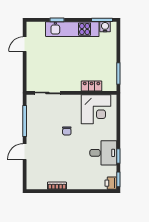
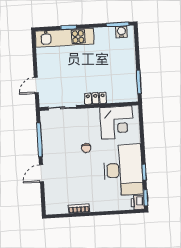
kitchen unit: (72, 29) -> (65, 38), moved
door: (25, 44) -> (36, 85), moved
locker: (92, 86) -> (95, 98), moved
desk: (103, 153) -> (123, 170), width x1.87, depth x1.30

